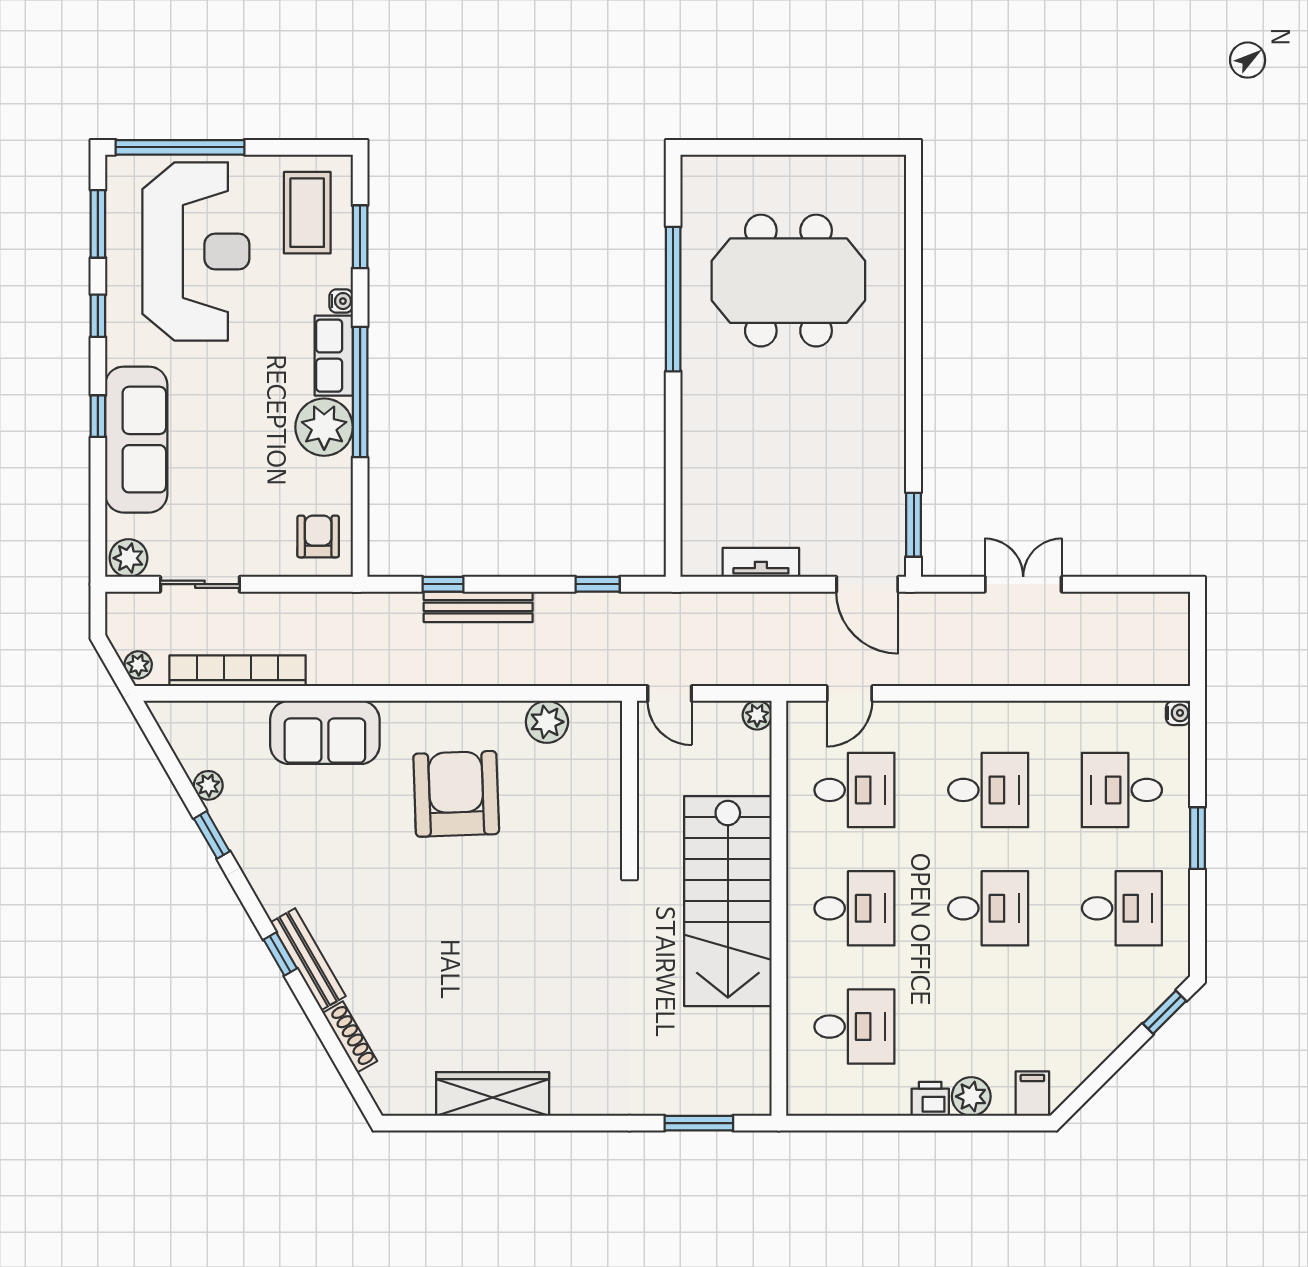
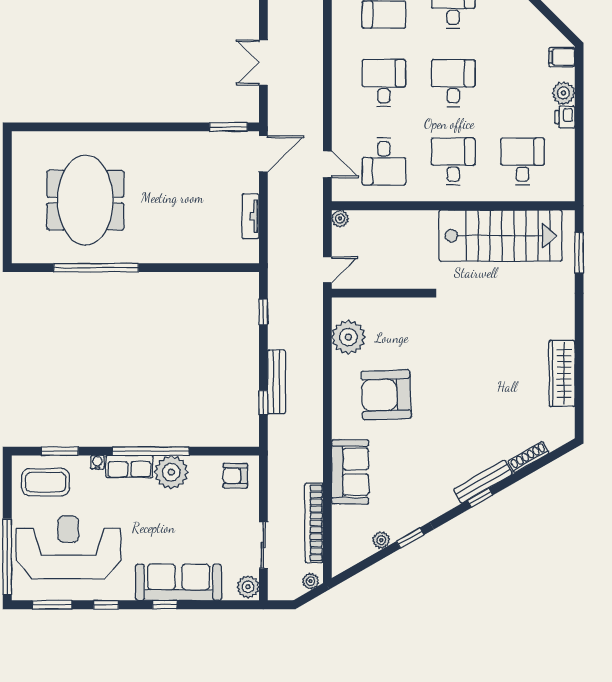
plant: (547, 722) -> (348, 337), width x1.36, depth x1.36
desk: (854, 790) -> (384, 161), turned 180
stairs: (728, 901) -> (501, 236), moved

